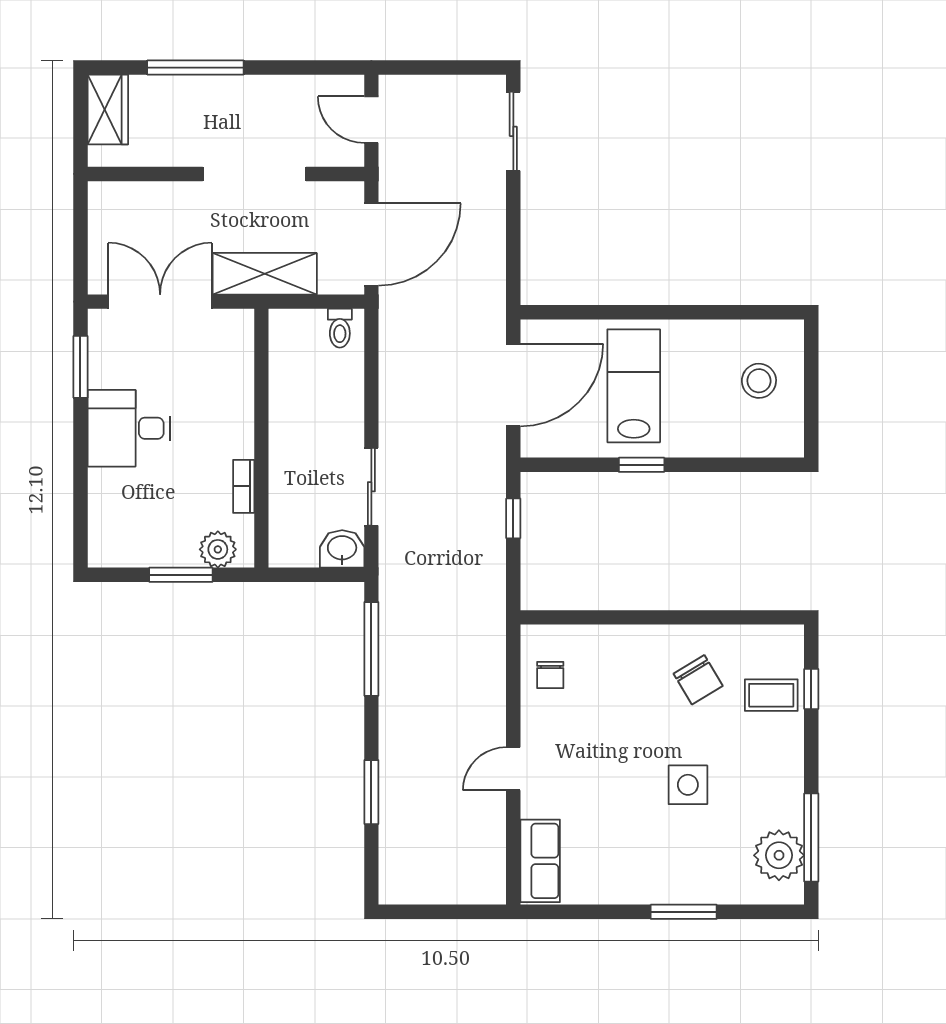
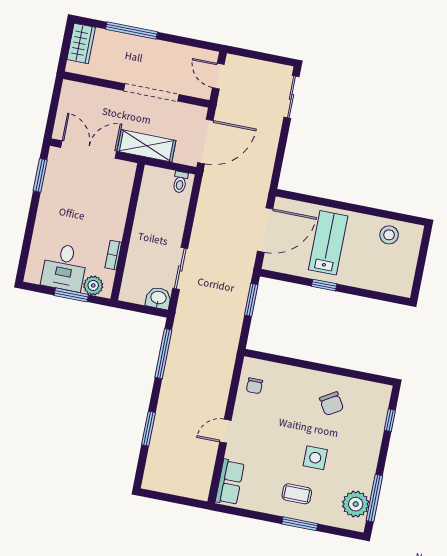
stool: (759, 381) -> (389, 235), moved
desk: (129, 428) -> (64, 267), moved, turned -90
window: (513, 518) -> (251, 300), width x1.50
coffee table: (771, 695) -> (297, 494), moved

